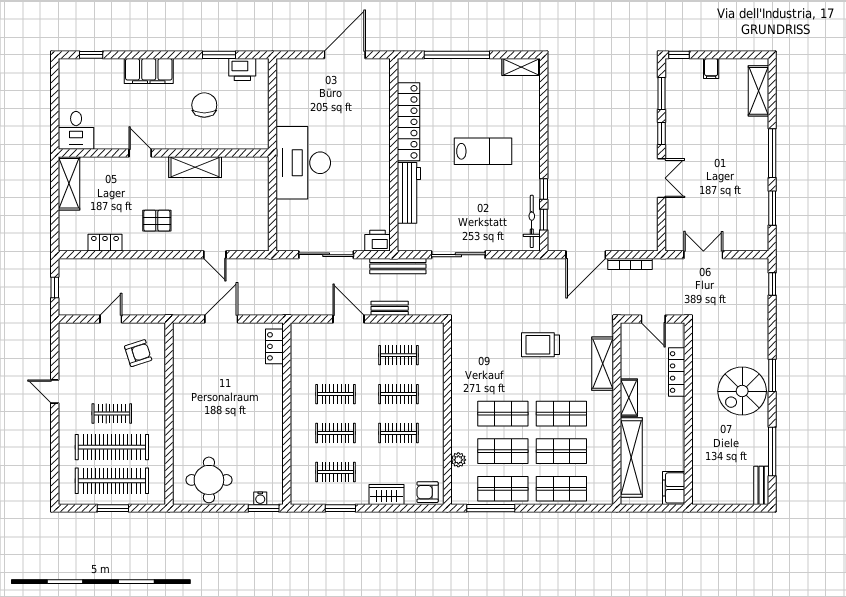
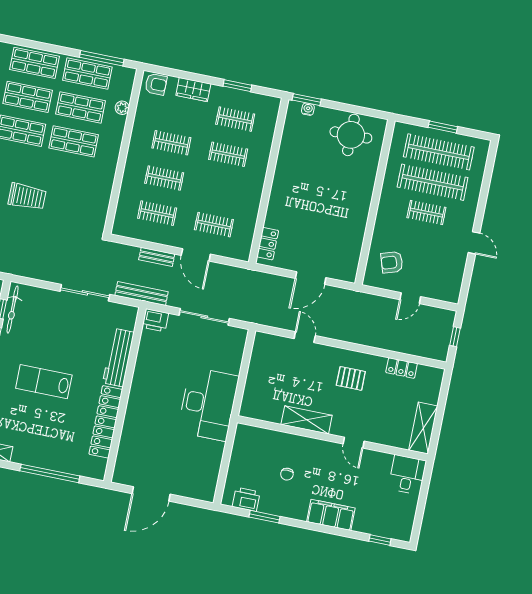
chair: (204, 105) -> (287, 474), width x0.54, depth x0.54
clothes rail: (336, 394) -> (214, 225), moved

